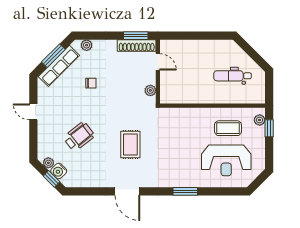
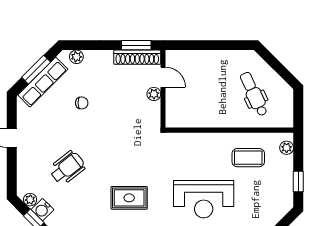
dental chair: (233, 76) -> (254, 94), turned 65
plant: (150, 90) -> (154, 94), moved
window: (269, 128) -> (298, 182), moved
rug: (130, 145) -> (129, 198), moved, turned 90
reception desk: (226, 160) -> (204, 199), moved

